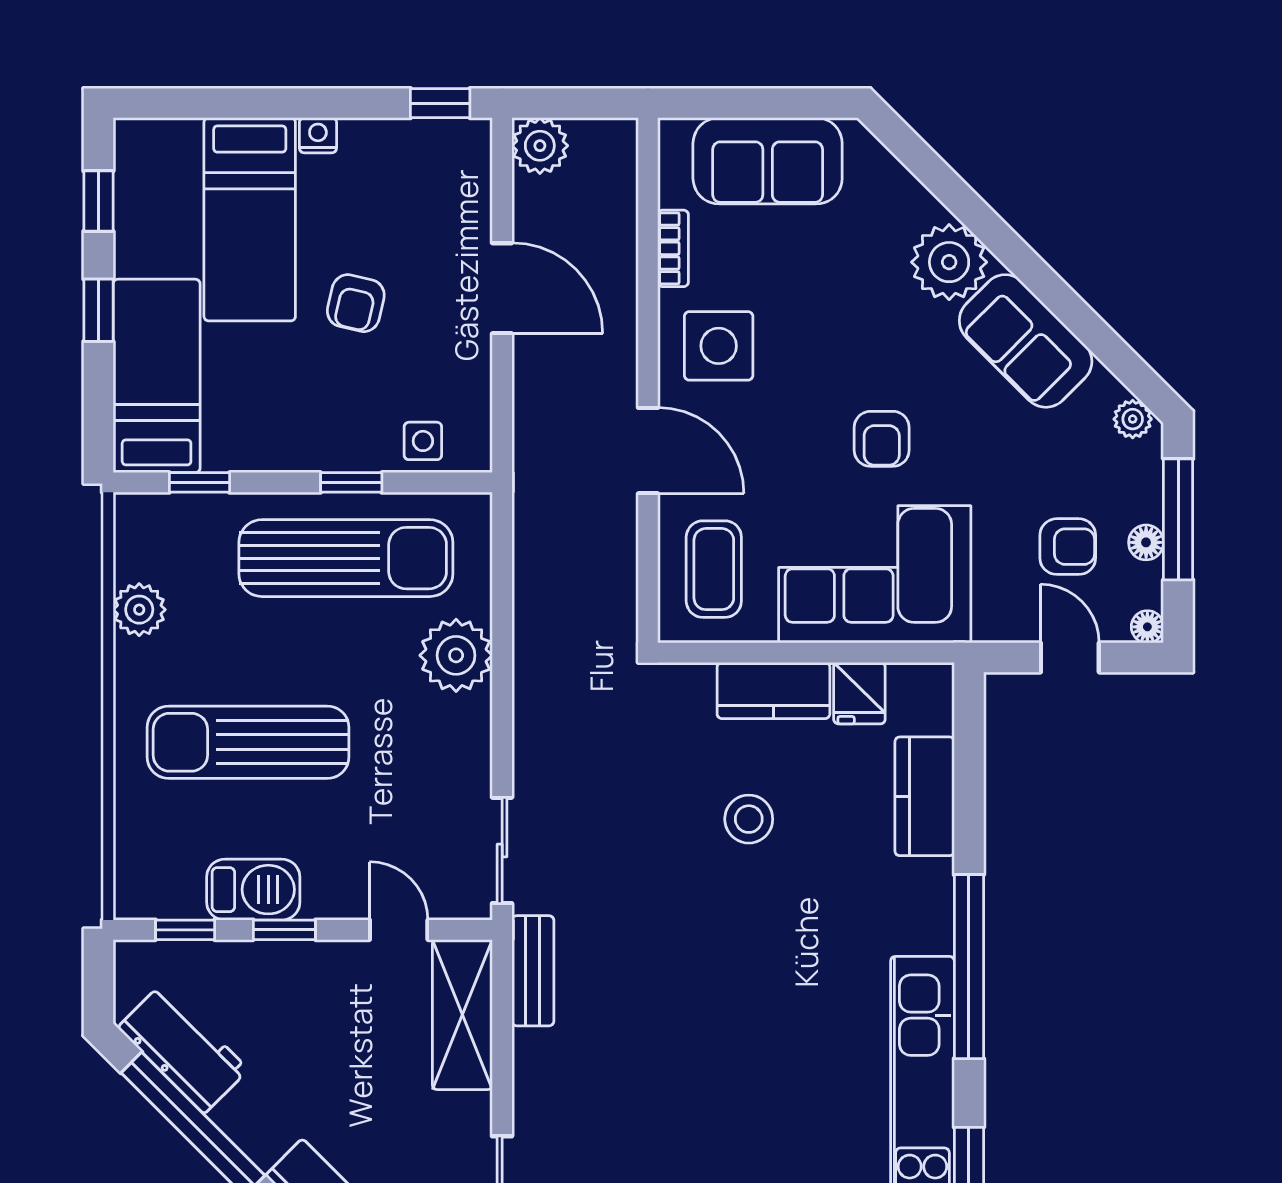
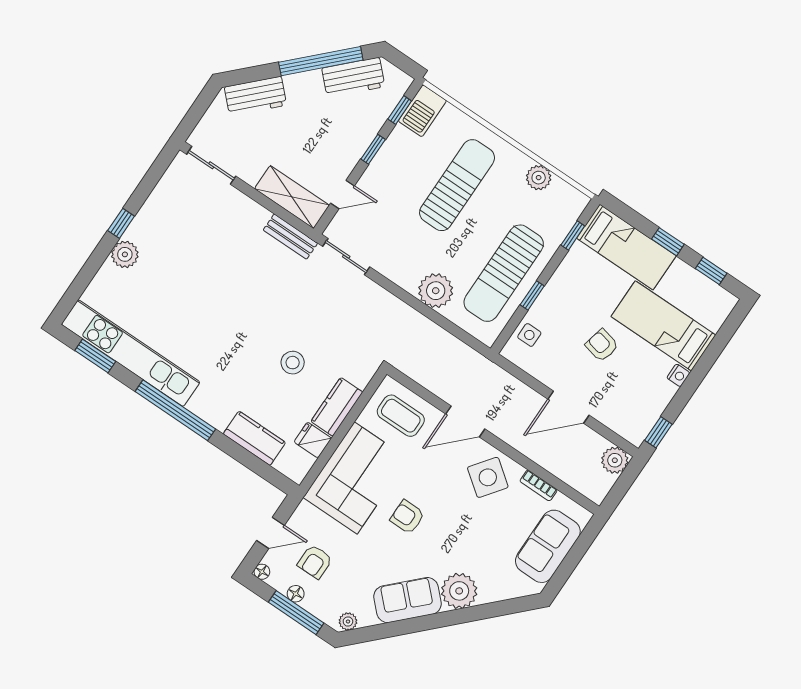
side table: (719, 346) -> (488, 477), turned 37
barbecue: (253, 890) -> (422, 111), moved

